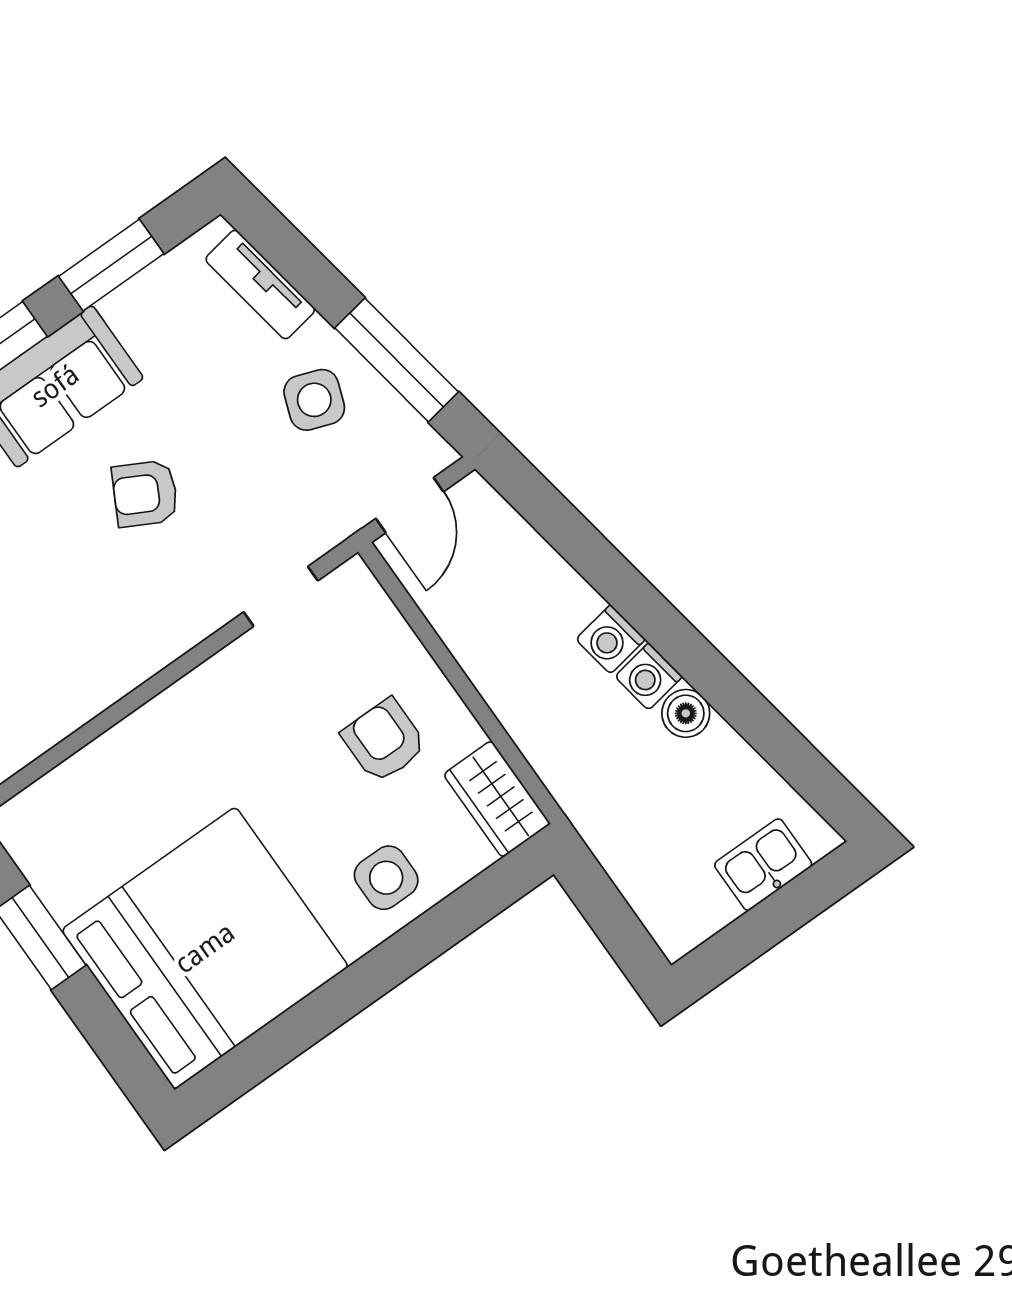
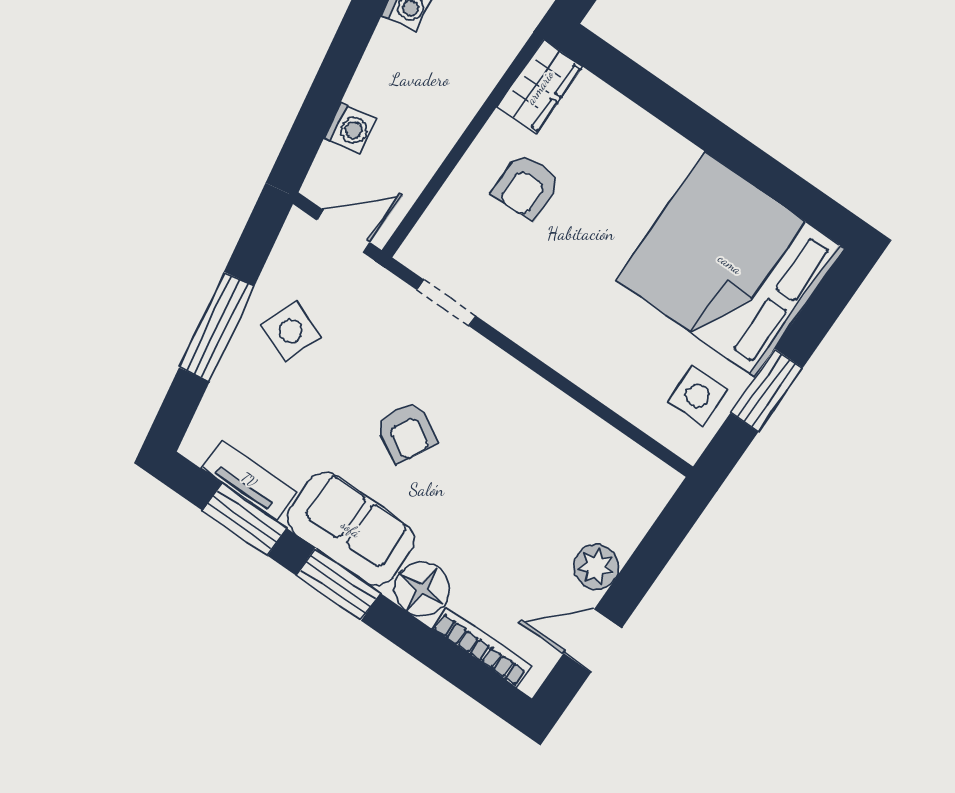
tv unit: (260, 285) -> (249, 480), moved, turned -80
window: (397, 360) -> (217, 327), moved
washing machine: (610, 639) -> (350, 128), moved
side table: (386, 878) -> (698, 396), moved

